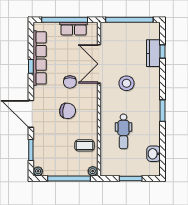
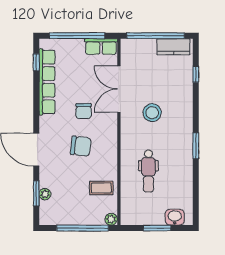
row of seats: (74, 29) -> (101, 46), moved
kitchen counter: (153, 53) -> (173, 47), moved, turned -90
window: (31, 66) -> (36, 62), moved
washbasin: (154, 154) -> (175, 217), moved, turned 90
plant: (38, 171) -> (45, 194), moved

